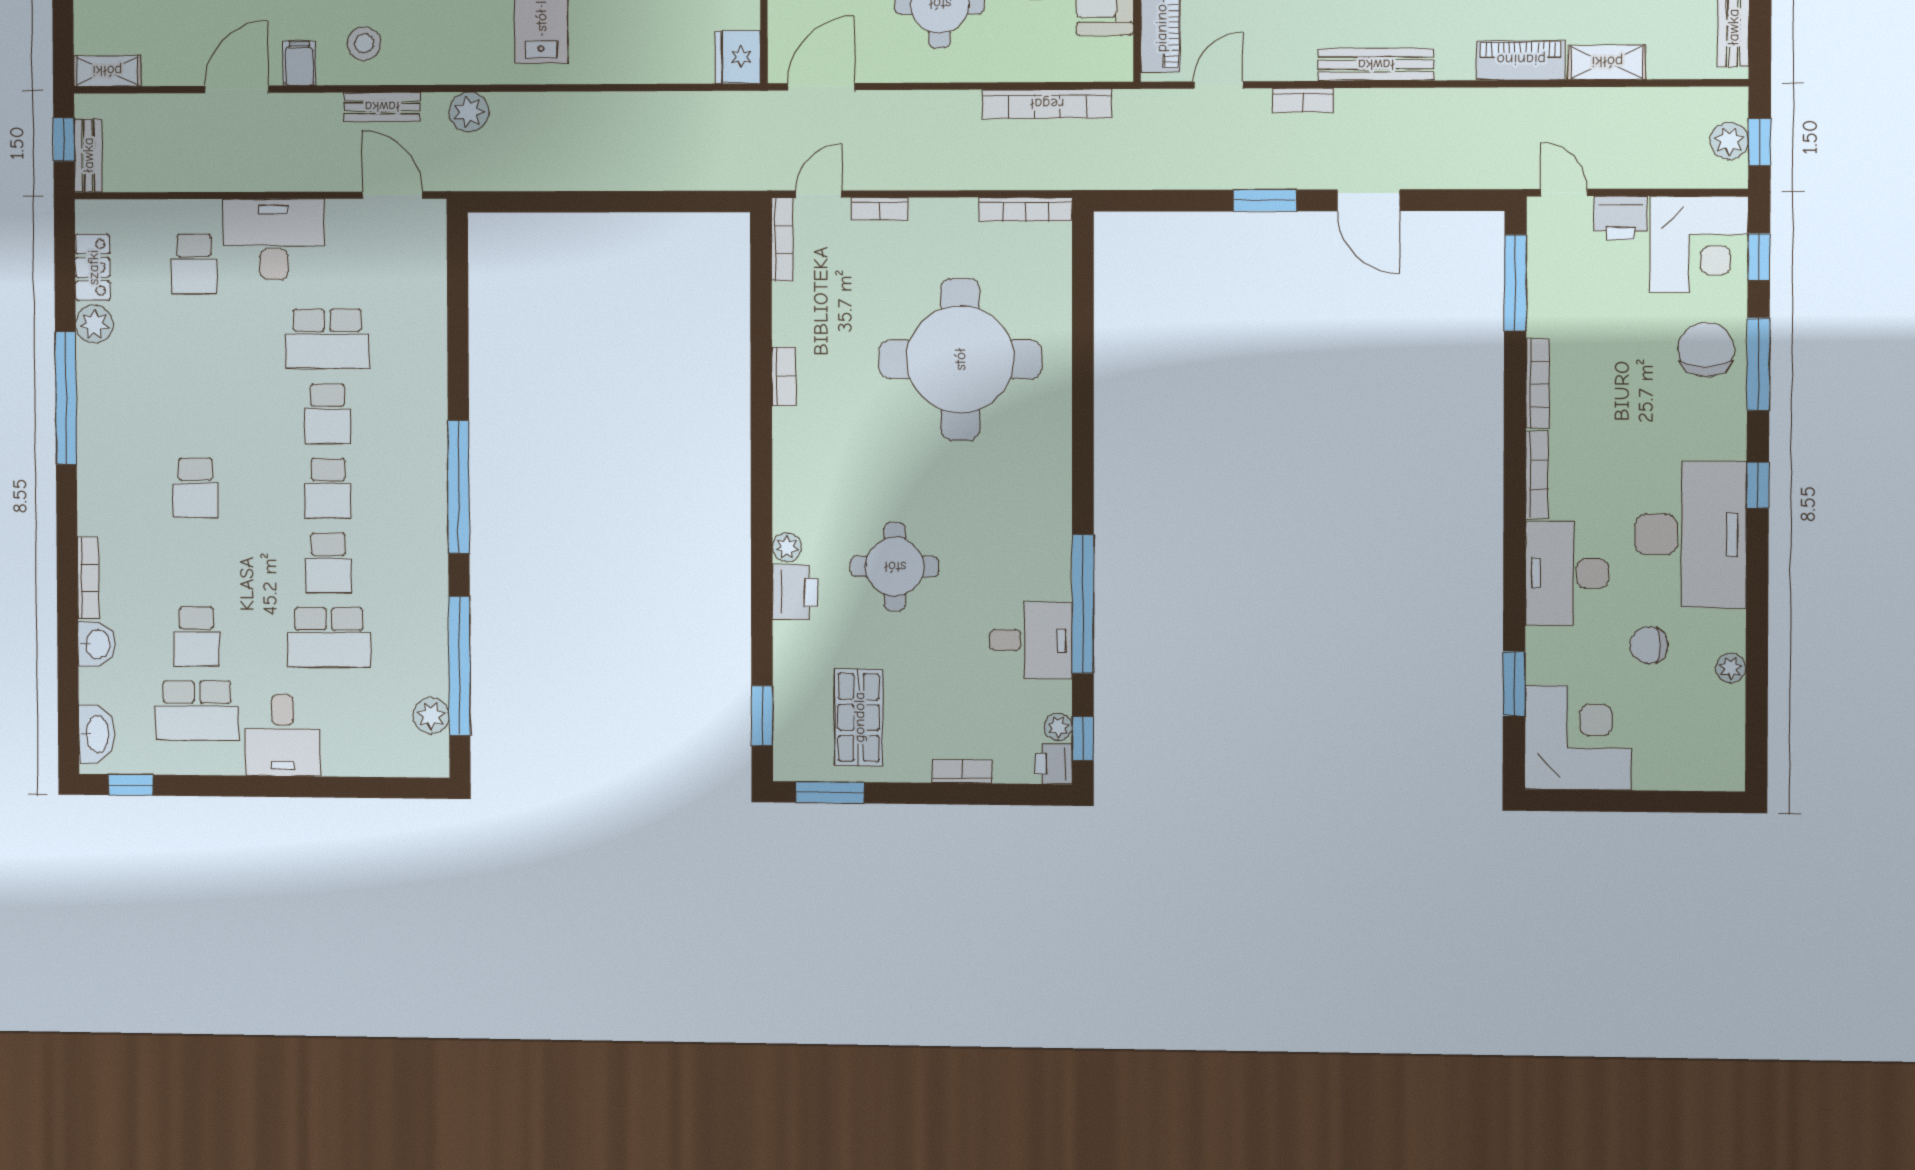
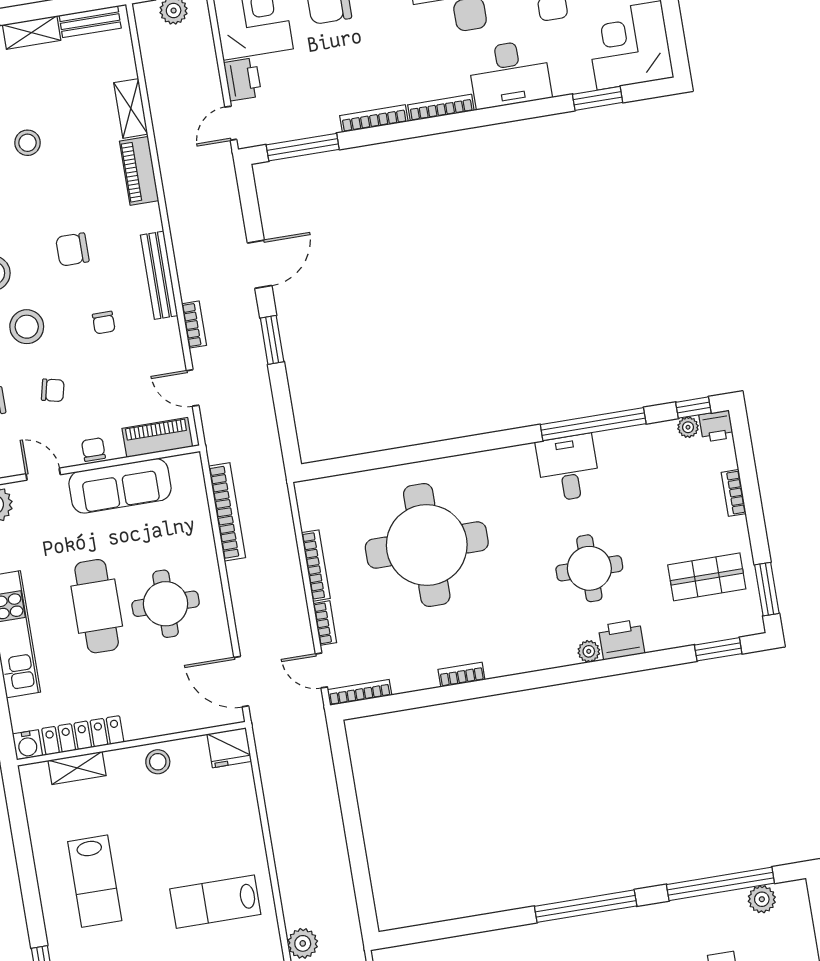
bookcase: (1026, 209) -> (316, 566), moved
desk: (1031, 640) -> (568, 468), moved

